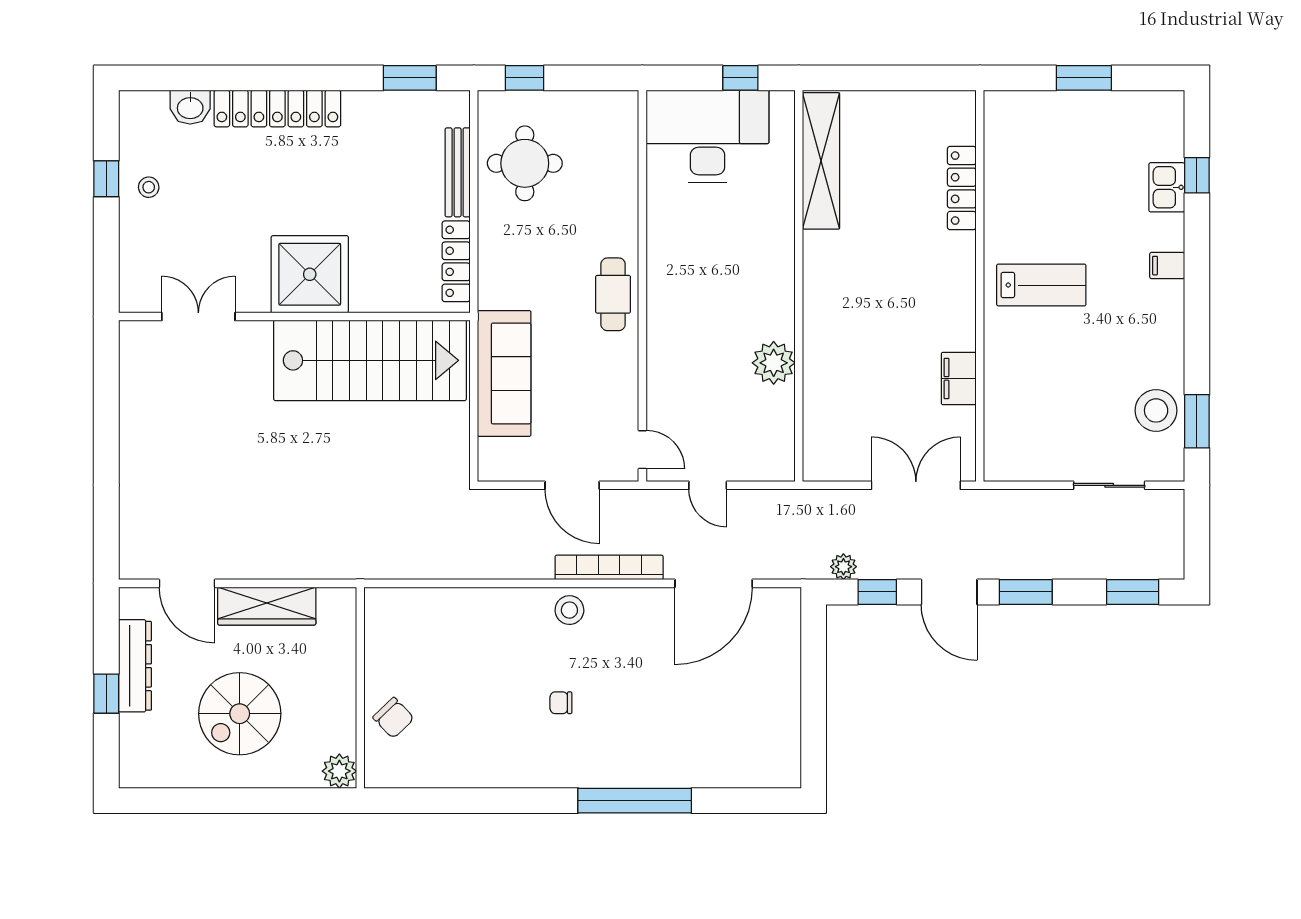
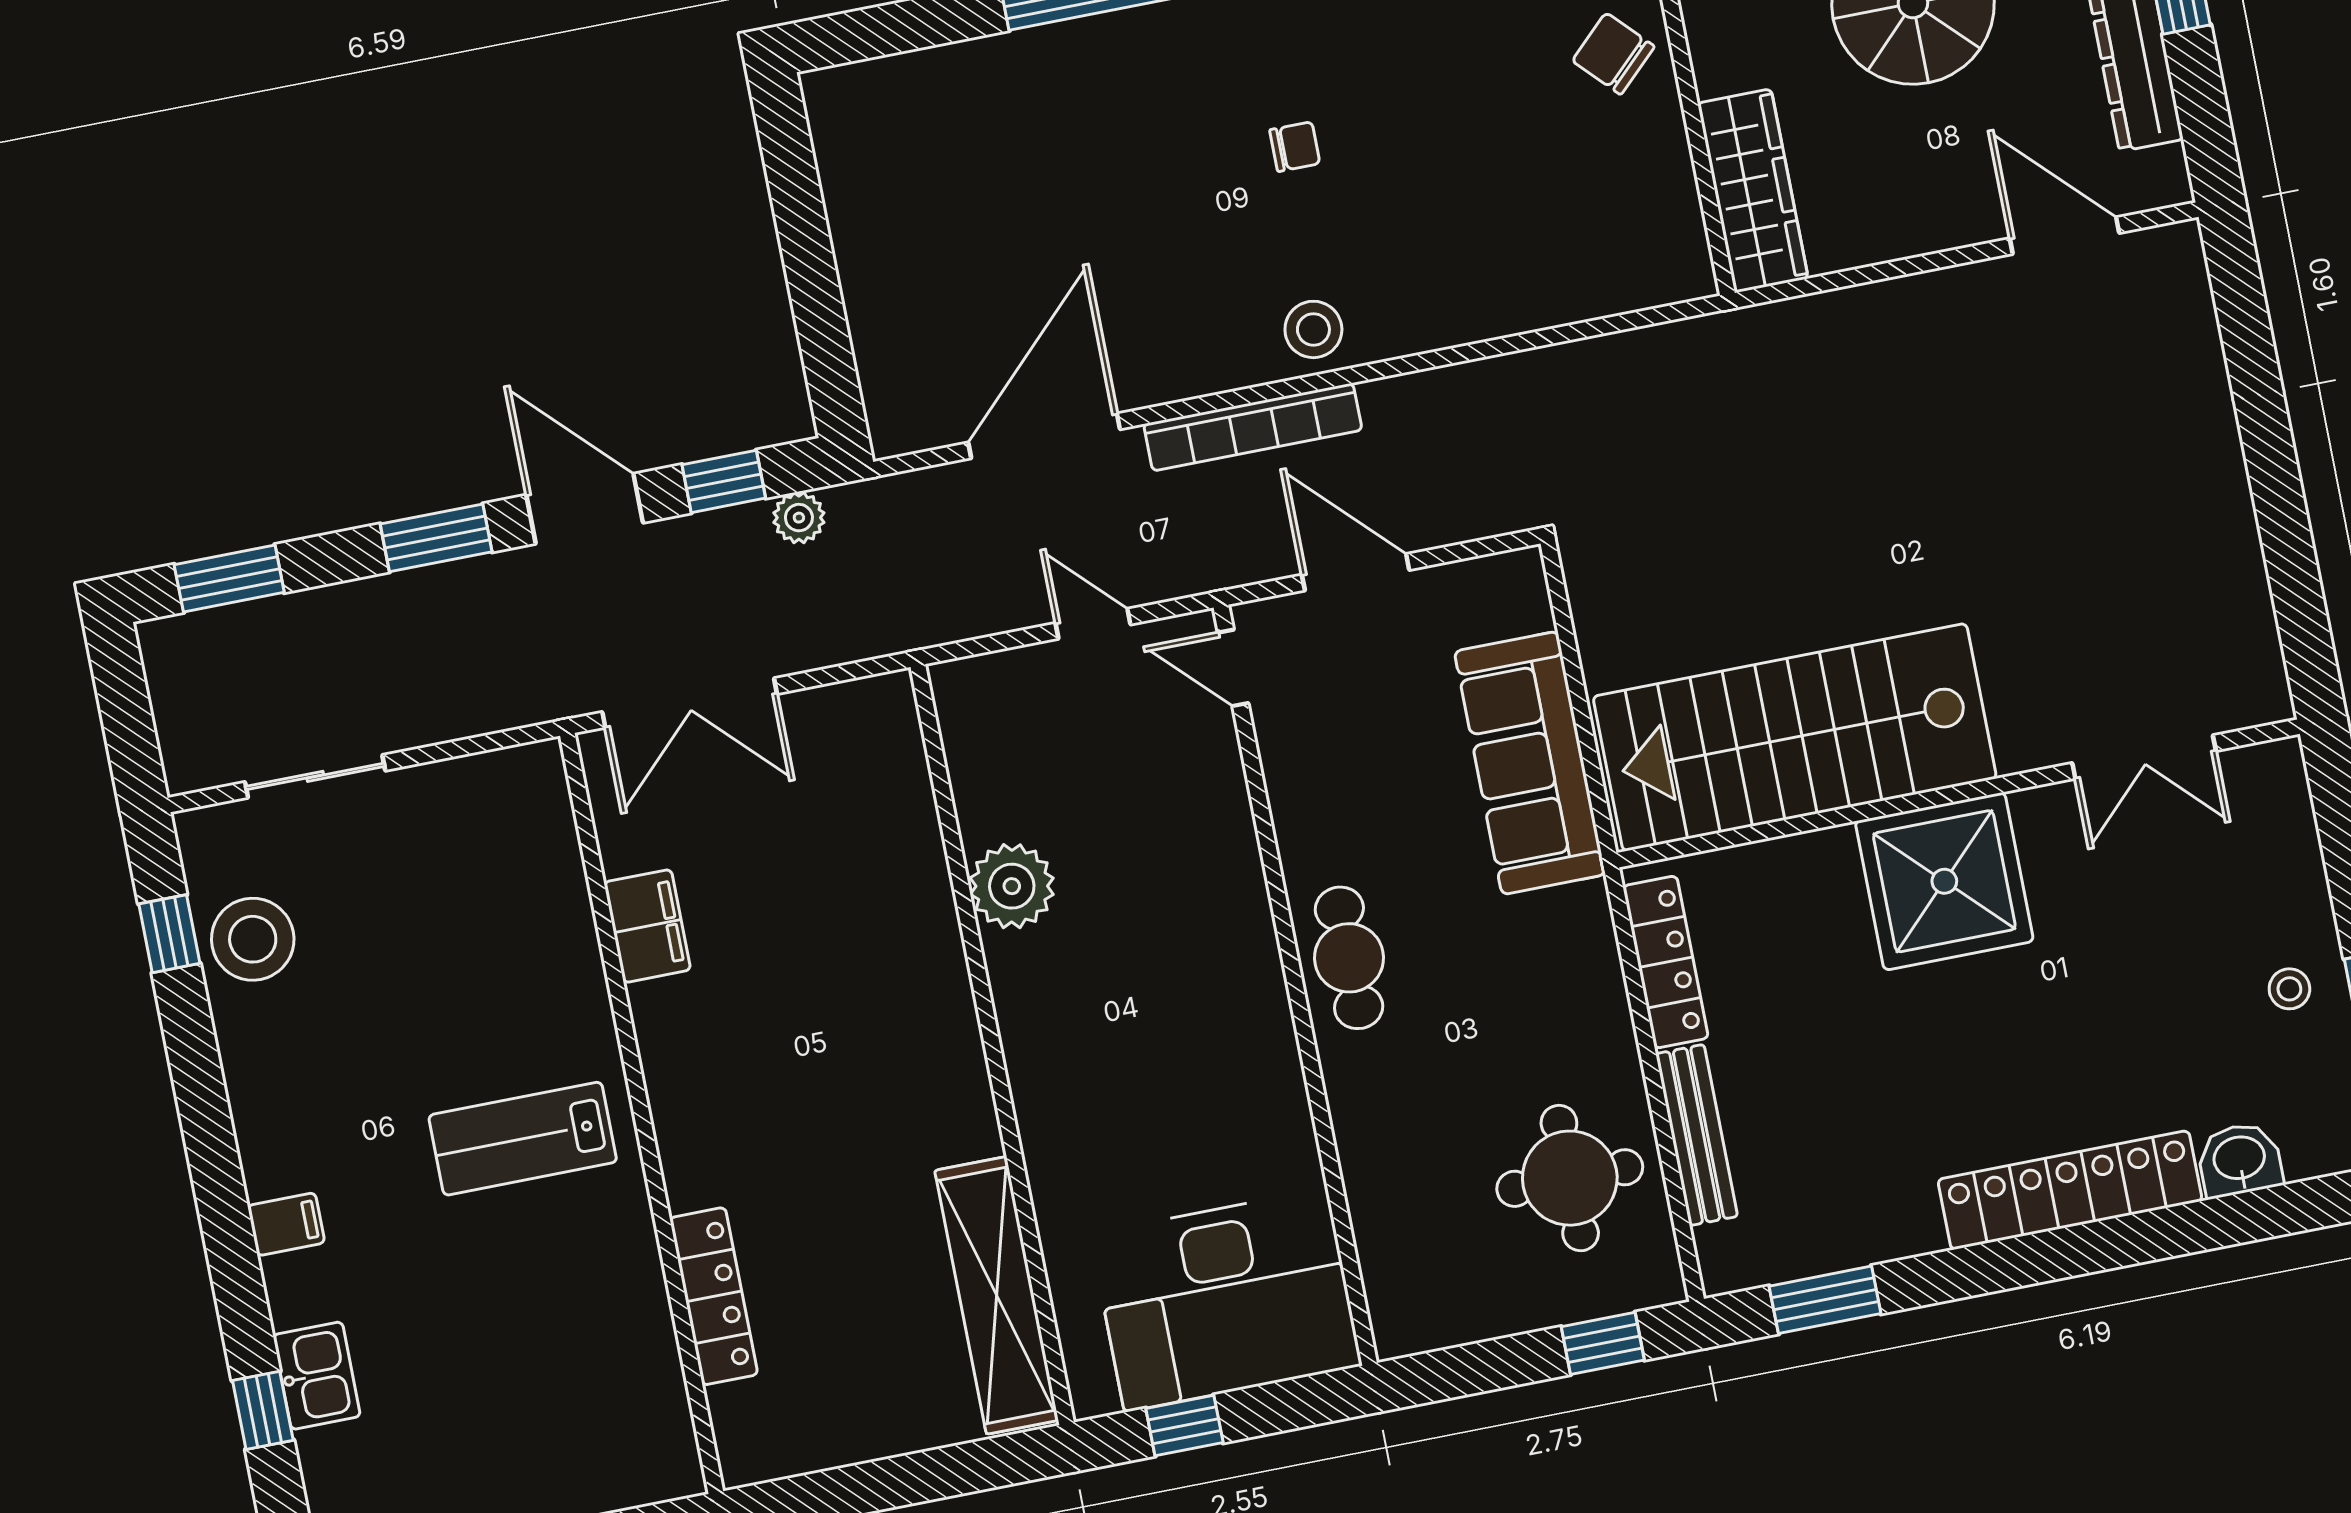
window: (1197, 421) -> (169, 934), width x0.67
wardrobe: (267, 606) -> (1753, 191), moved, turned 90

